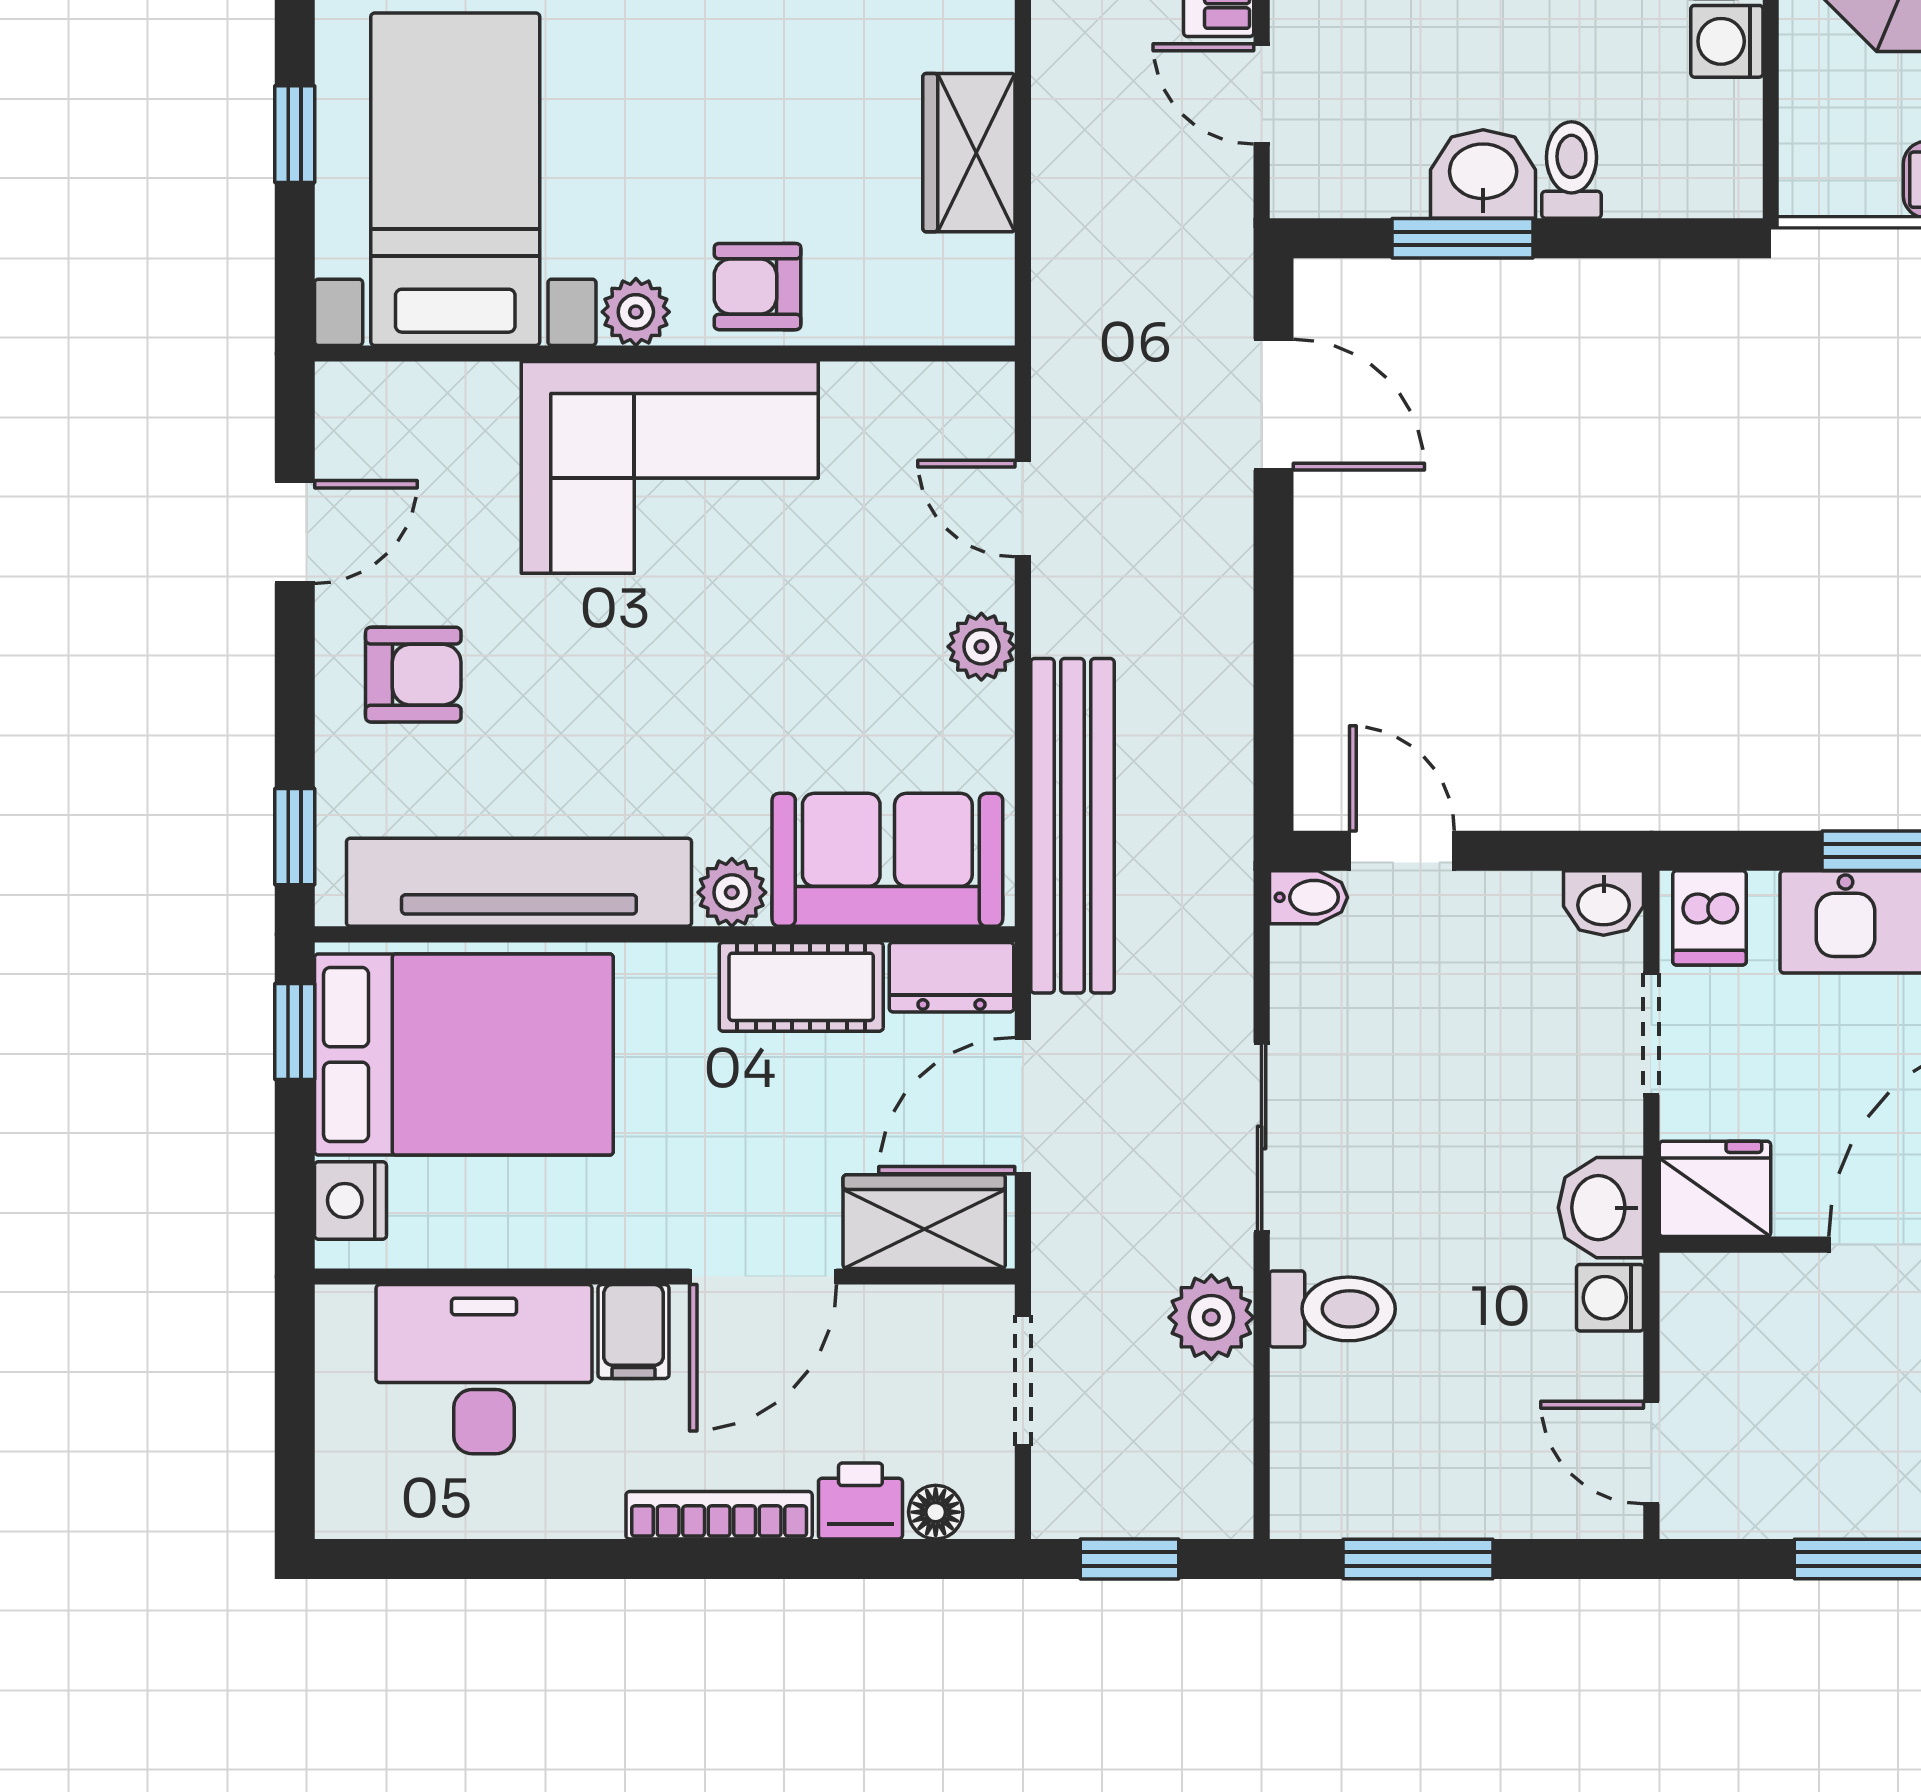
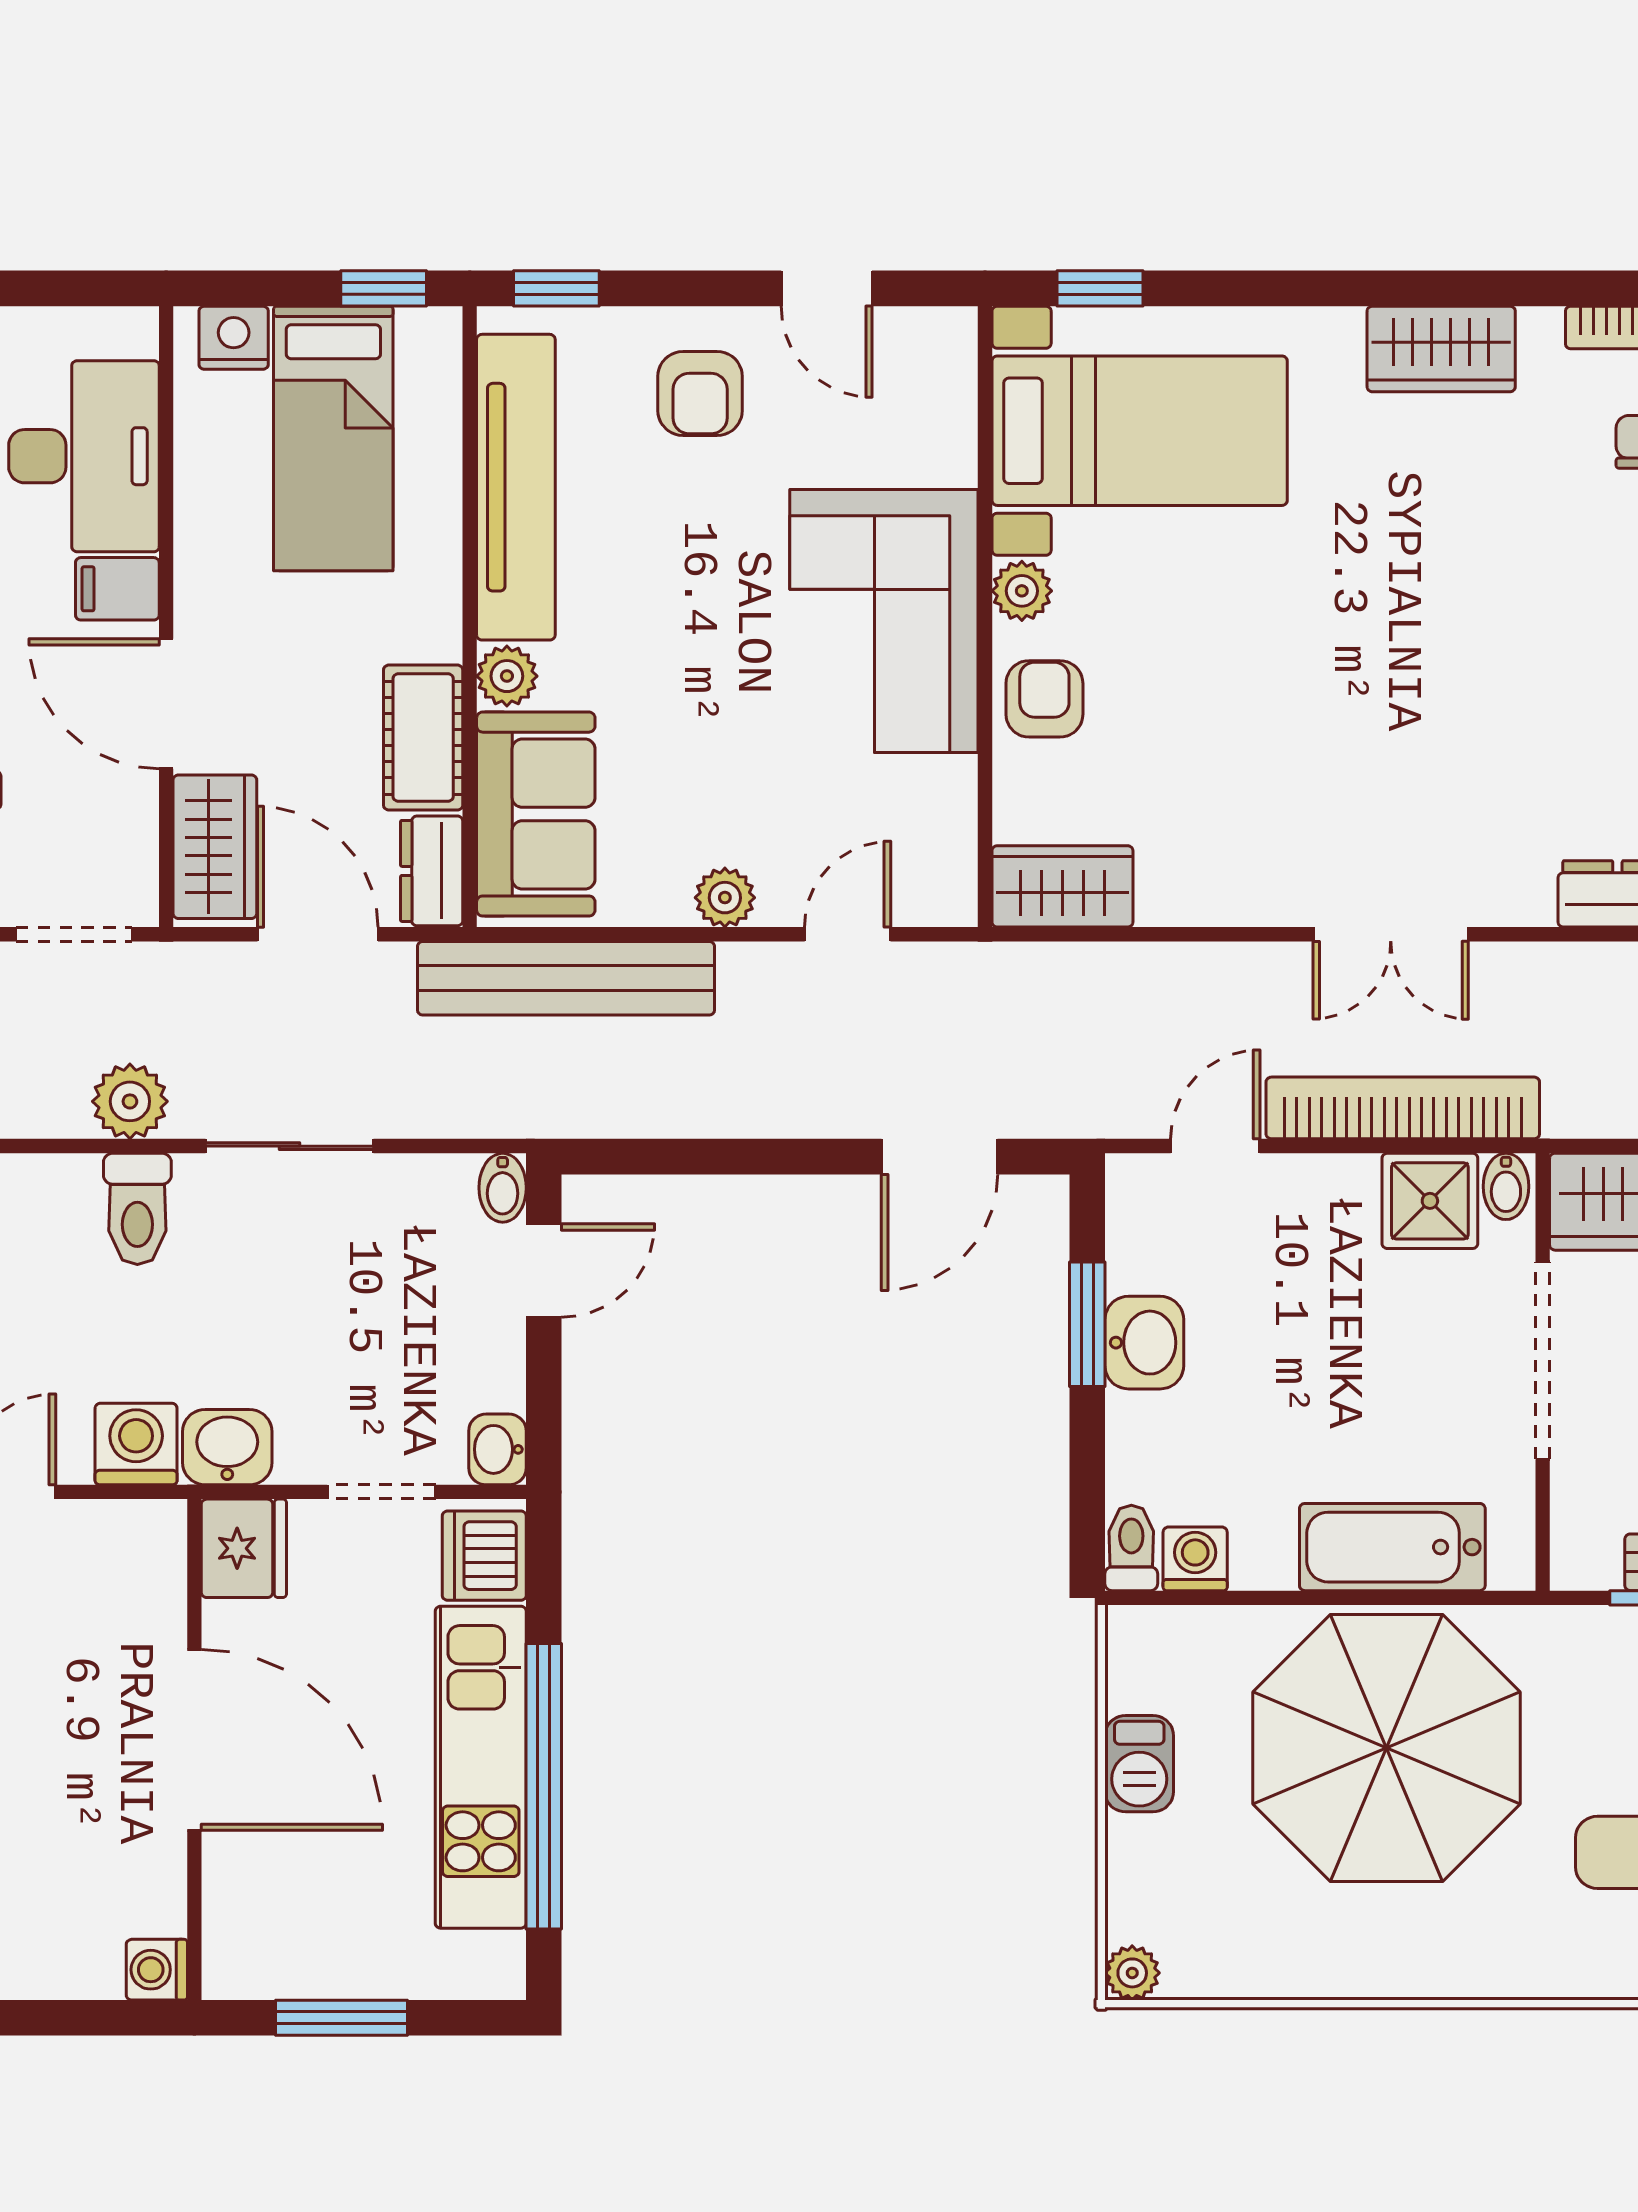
washing machine: (1727, 41) -> (1195, 1559), moved
window: (295, 134) -> (1100, 288), moved
wardrobe: (969, 153) -> (1062, 886), moved
toilet: (1571, 170) -> (1131, 1548), moved, turned -90
dishwasher: (1709, 918) -> (484, 1556), width x1.38
bed: (464, 1054) -> (333, 438), width x0.67
washing machine: (1610, 1298) -> (136, 1444), width x1.38, depth x1.38

